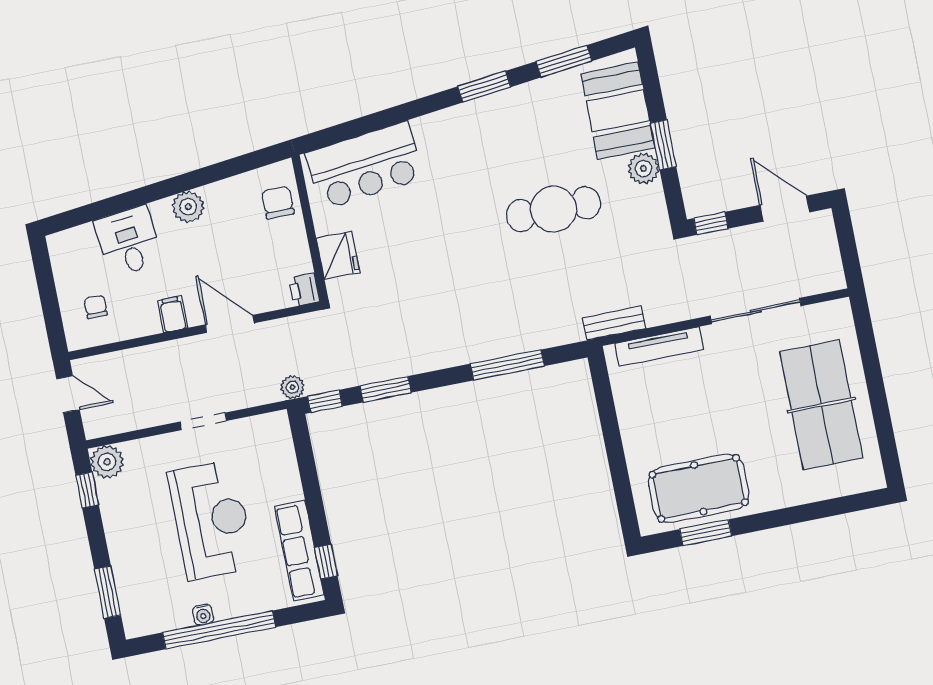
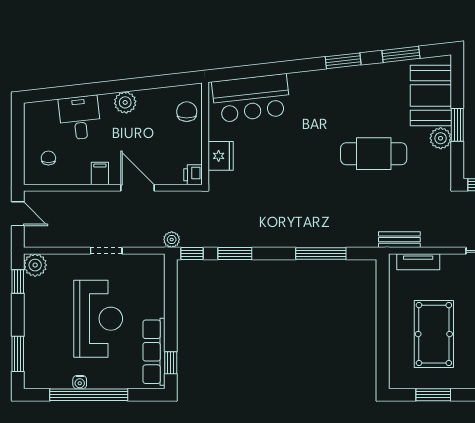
tv unit: (659, 347) -> (418, 262), width x0.71
pool table: (699, 488) -> (434, 334), moved, turned 90

